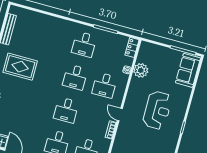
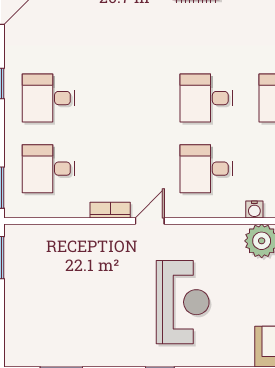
desk: (66, 110) -> (127, 98), removed
reception desk: (157, 110) -> (183, 302), turned -90

